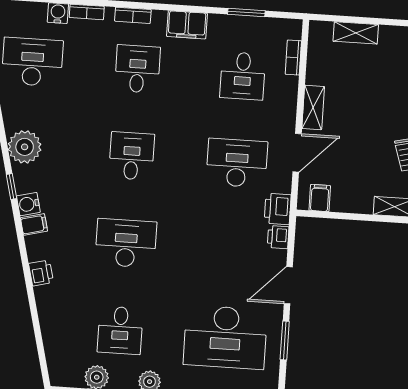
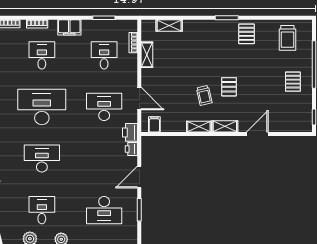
desk: (243, 76) -> (104, 55), turned 180
shelving: (313, 107) -> (147, 55), moved
door: (297, 153) -> (139, 99), hinge flipped
desk: (132, 156) -> (42, 107), width x1.87, depth x1.30
desk: (120, 330) -> (42, 210), turned 180
desk: (225, 337) -> (104, 210), width x0.73, depth x0.77

